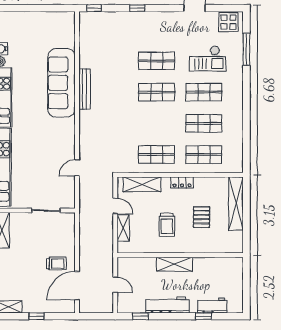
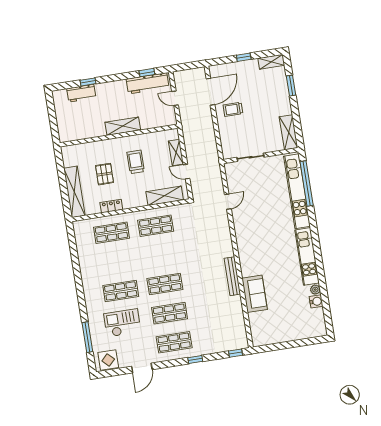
sofa: (62, 83) -> (255, 294), width x0.54, depth x0.79
shop shelf: (204, 123) -> (174, 342), moved
locker: (182, 183) -> (111, 206), moved
workbench: (168, 305) -> (148, 83), moved

